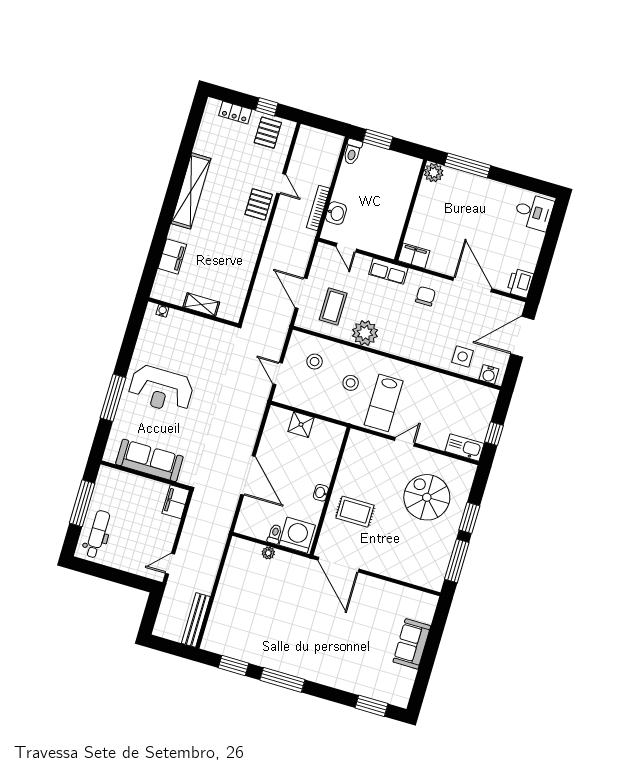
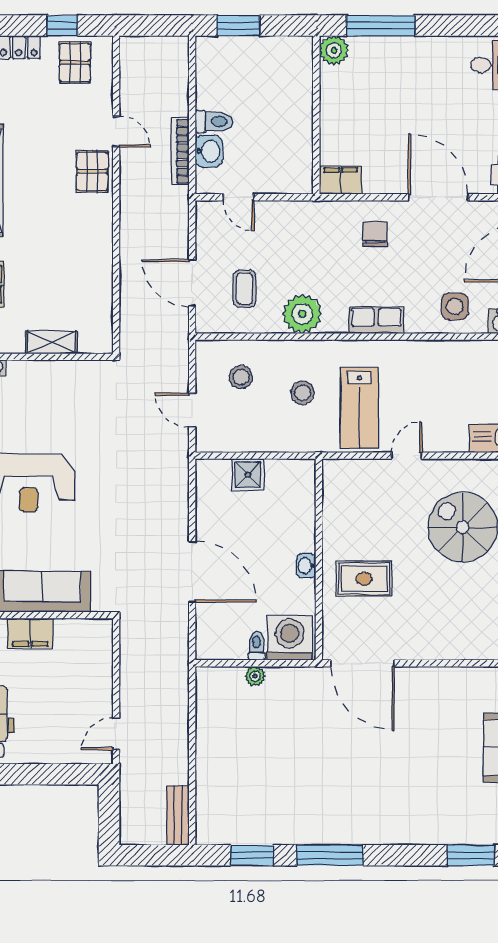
toilet: (352, 152) -> (214, 122), moved, turned -90
row of seats: (388, 271) -> (376, 320), moved, turned 180
coffee table: (333, 306) -> (245, 289), width x0.73, depth x0.77
filing cabinet: (176, 502) -> (30, 633), moved, turned -90
bench: (196, 620) -> (178, 816), width x0.73

